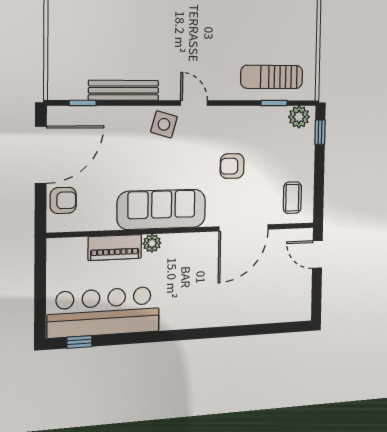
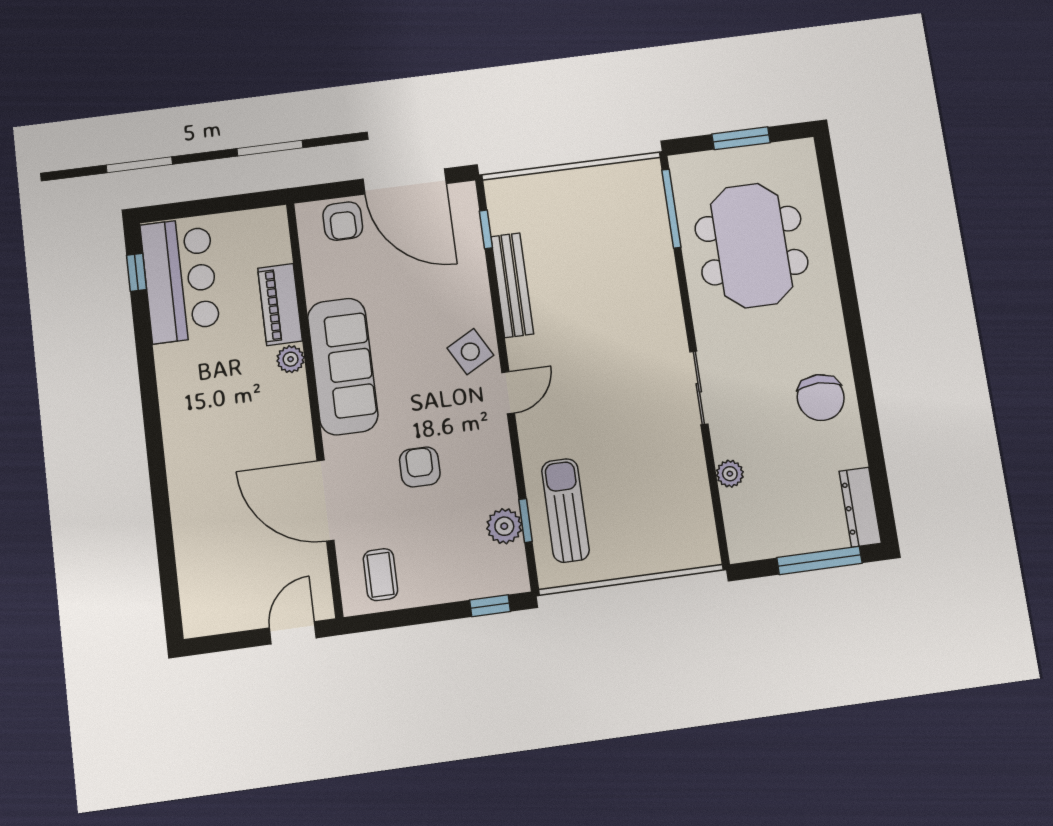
plant: (299, 117) -> (504, 526), moved
side table: (164, 124) -> (470, 352), turned 45
coffee table: (292, 198) -> (380, 575), turned 90
bar counter: (104, 312) -> (180, 280), width x0.73

